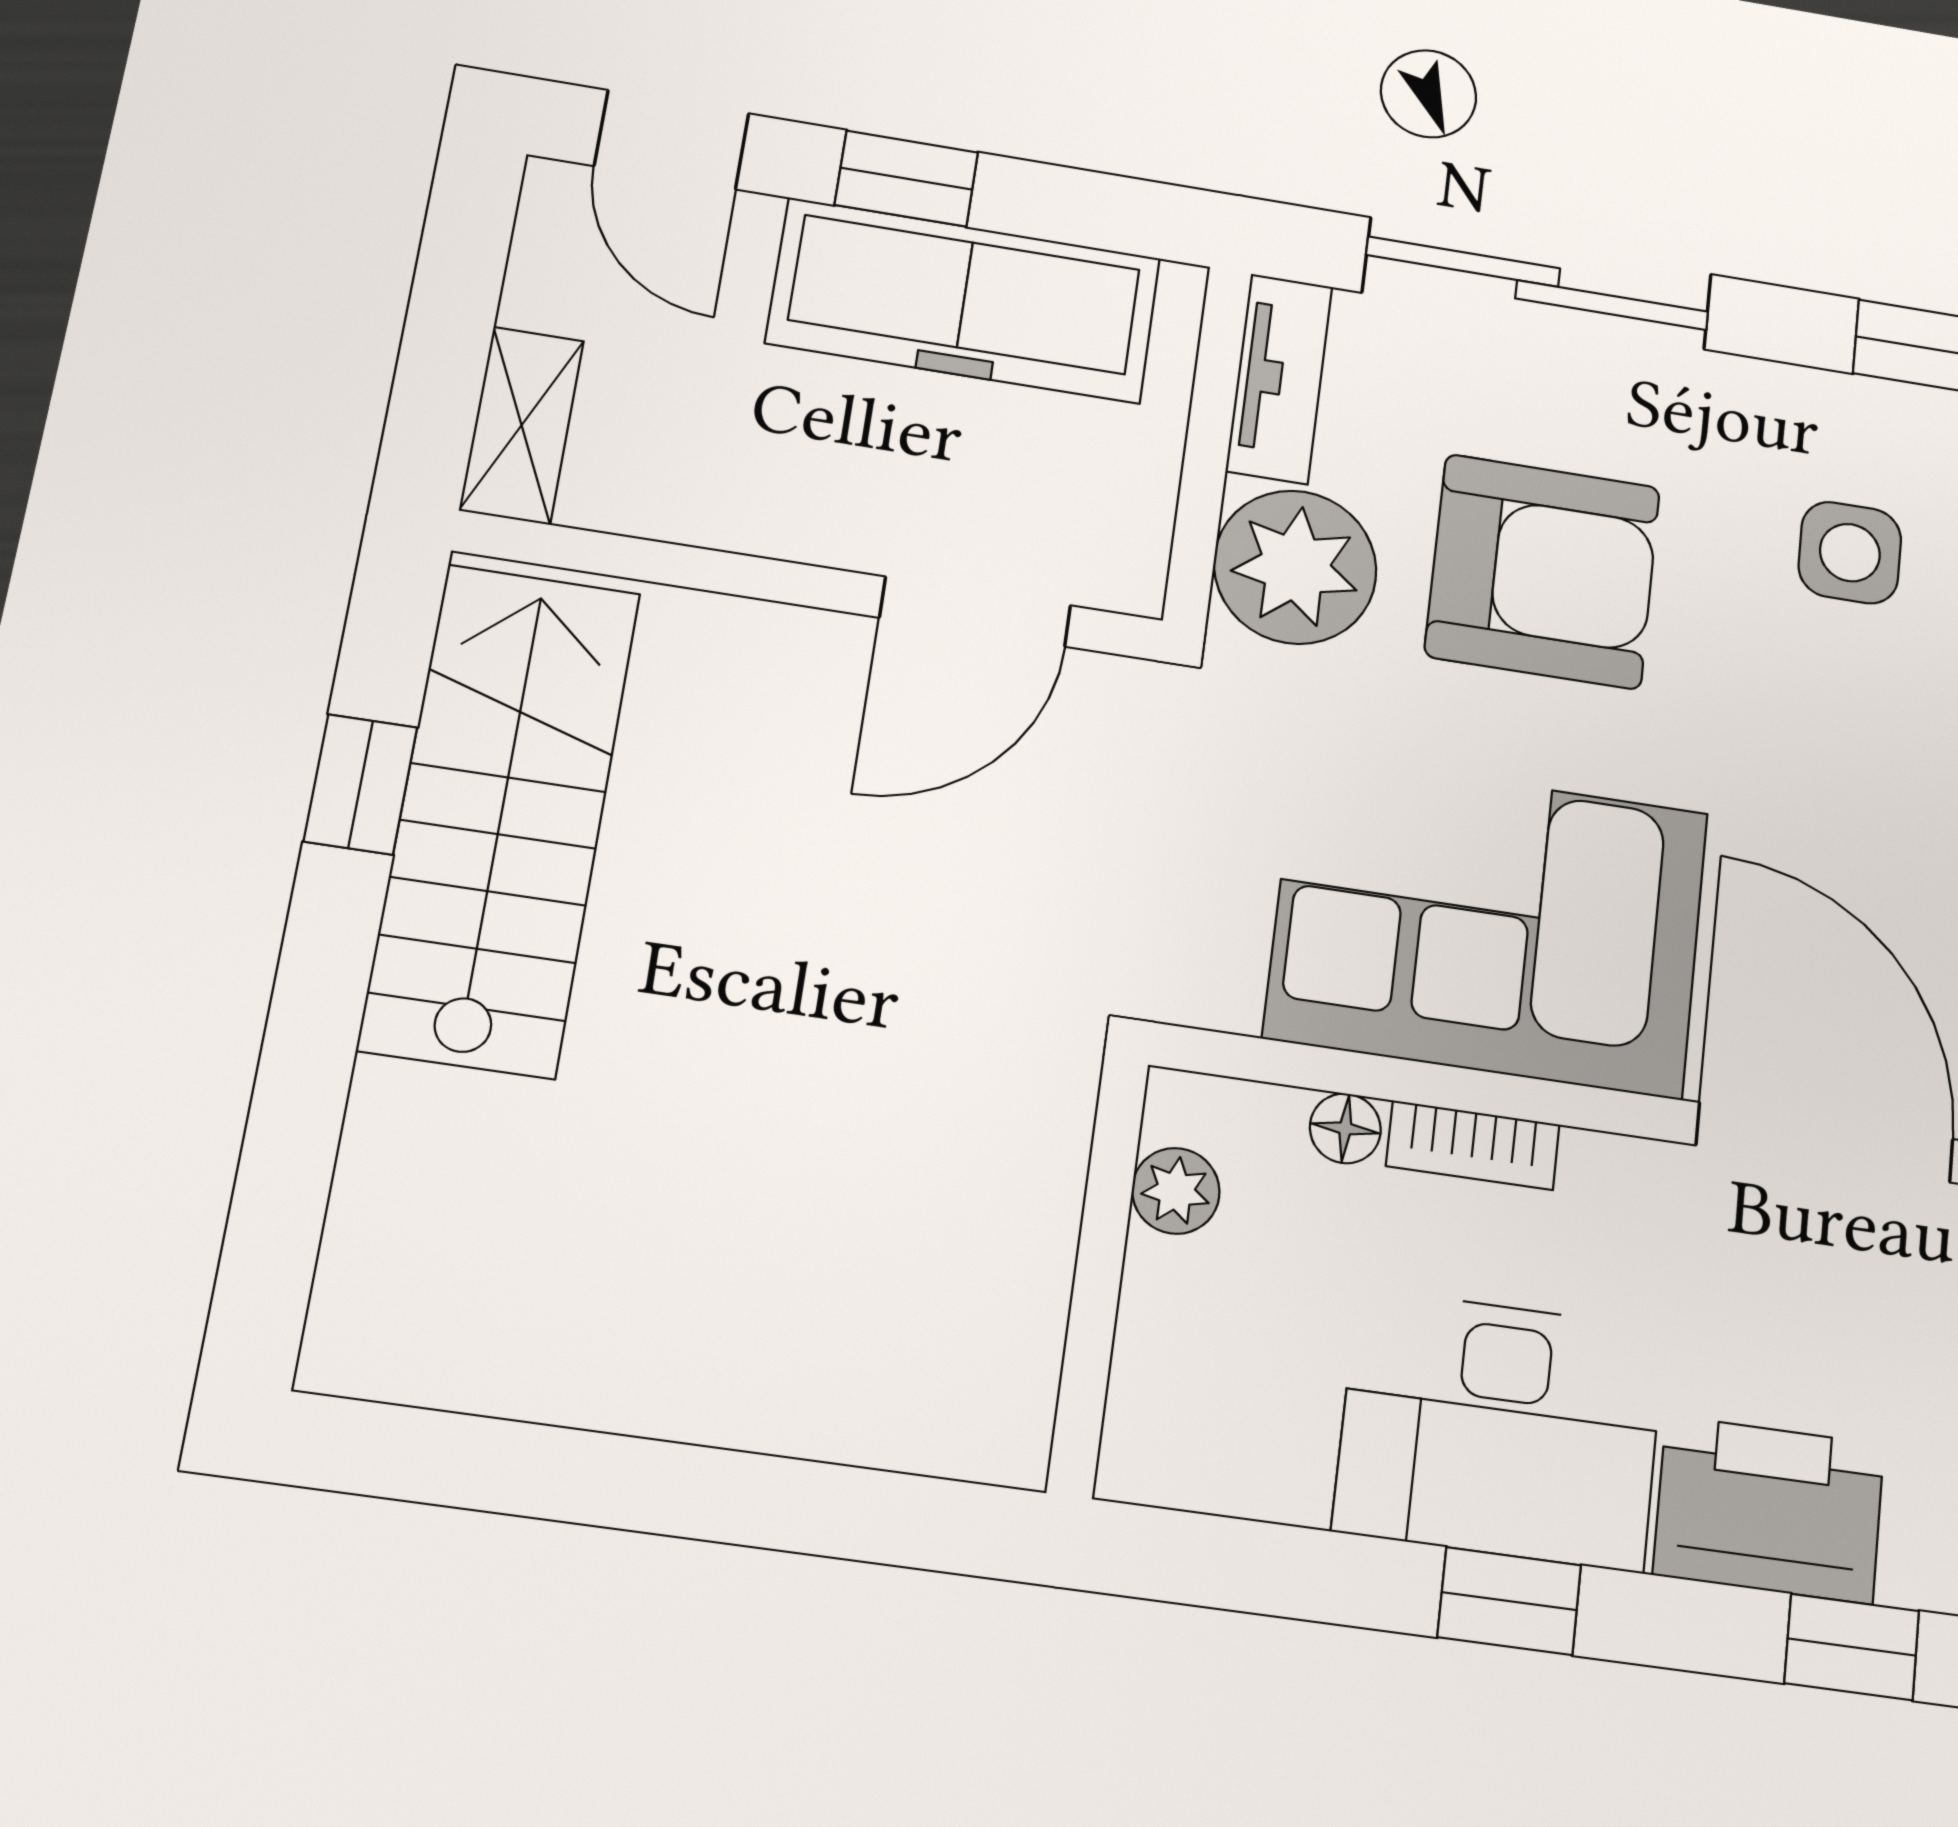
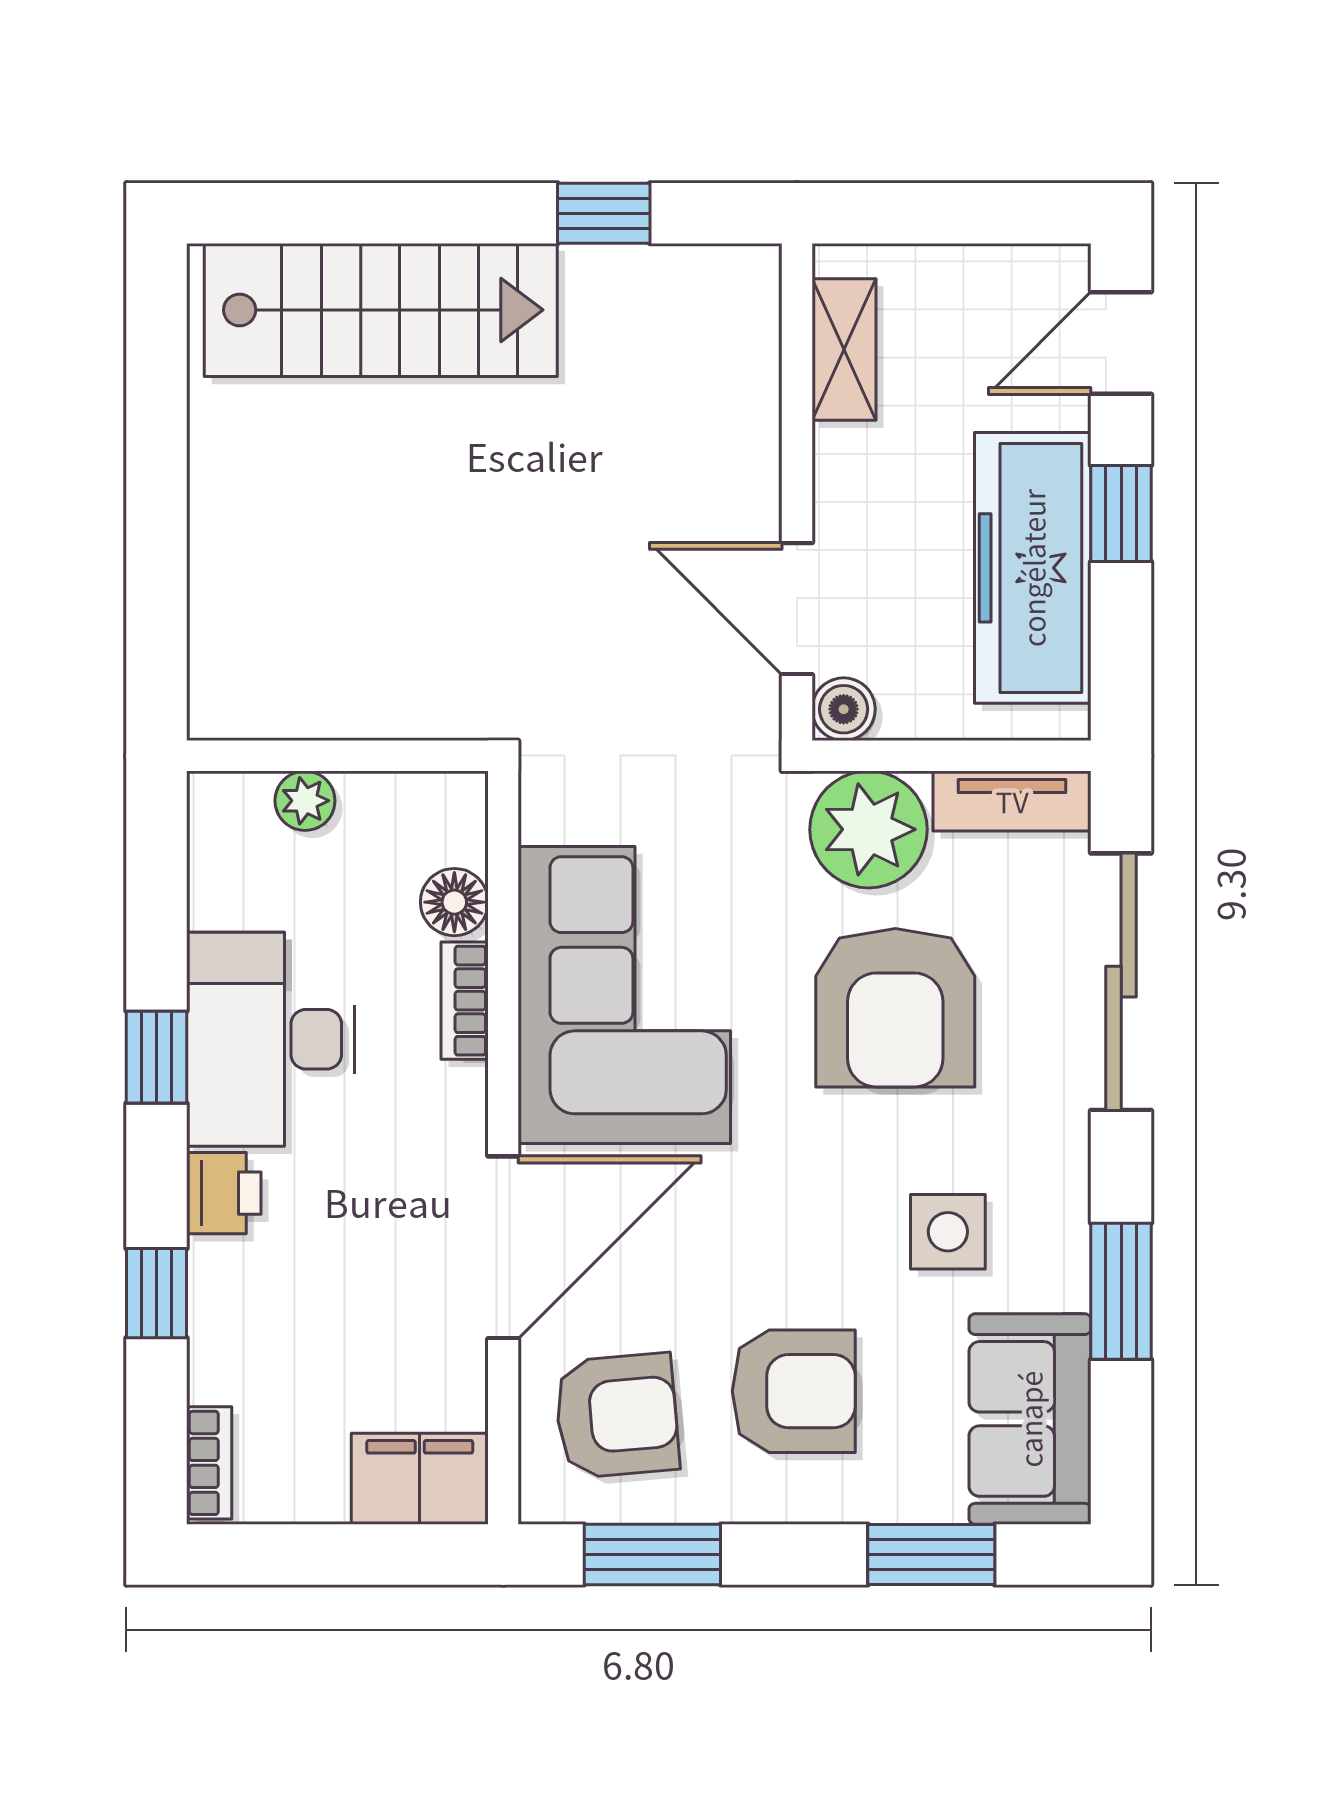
shelving: (522, 425) -> (844, 349), moved, turned 90
boiler: (1125, 573) -> (844, 709), added
stairs: (501, 818) -> (381, 310), moved
floor lamp: (1345, 1128) -> (454, 902), width x1.37, depth x1.37
plant: (1176, 1191) -> (305, 801), moved
printer: (1769, 1509) -> (224, 1193), width x0.53, depth x0.68

